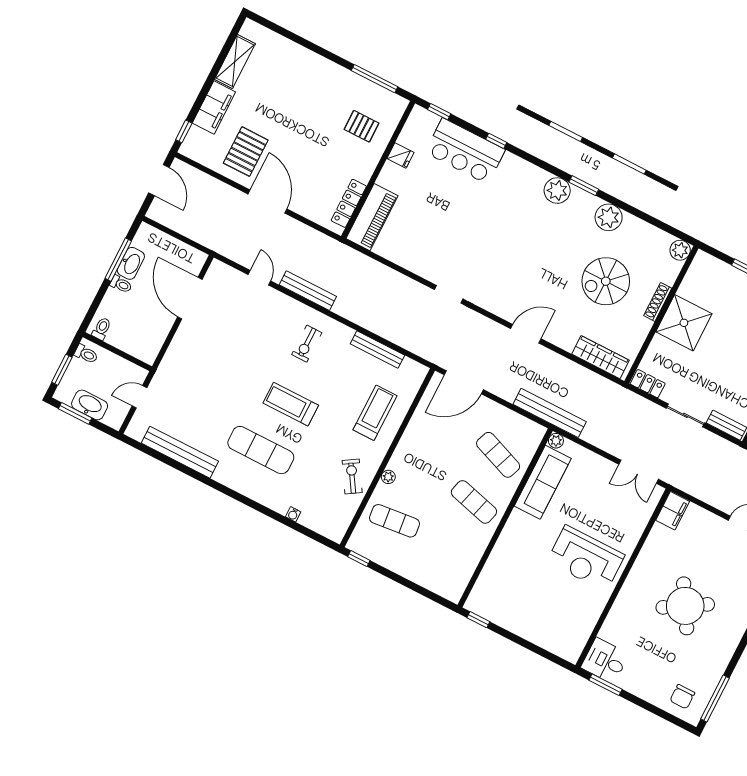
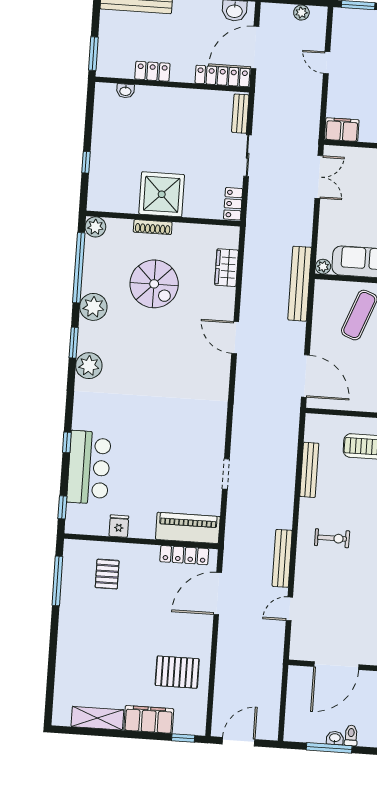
door: (267, 201) -> (218, 594), moved
window: (650, 219) -> (79, 268), added
washbasin: (131, 263) -> (335, 738), width x0.52, depth x0.69
doorway: (449, 294) -> (226, 474), moved
wardrobe: (600, 357) -> (227, 268), width x0.67

